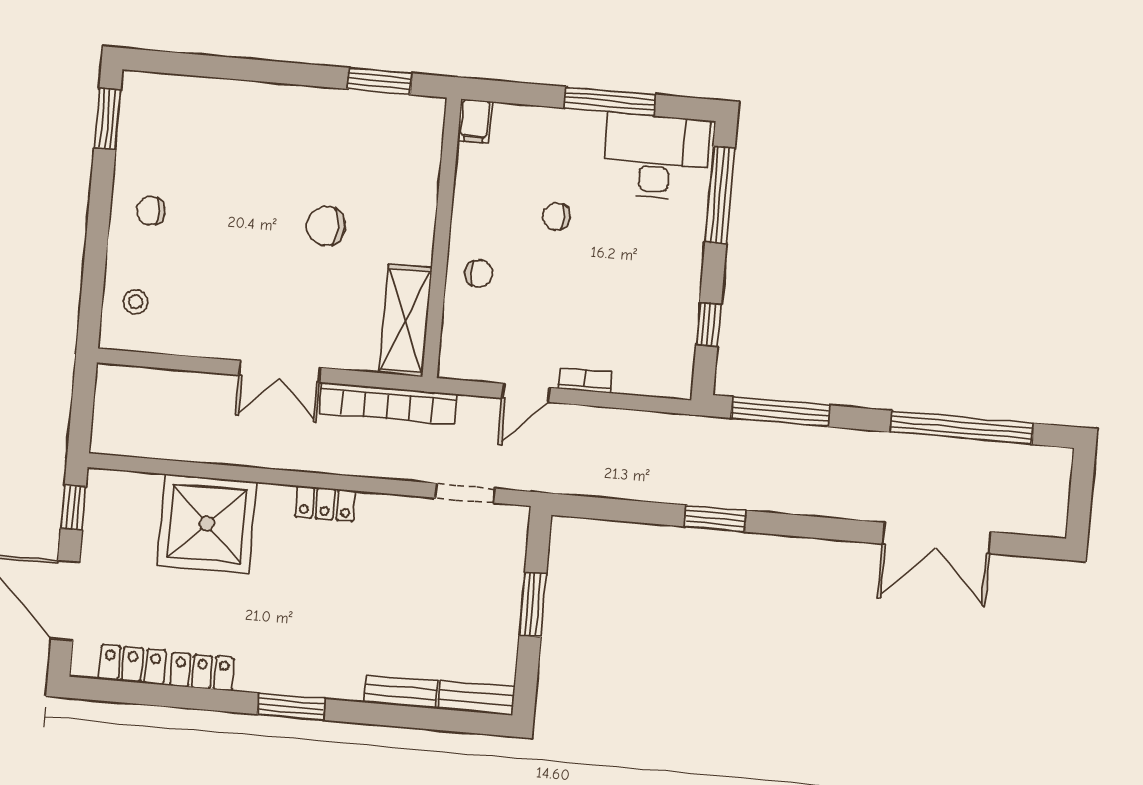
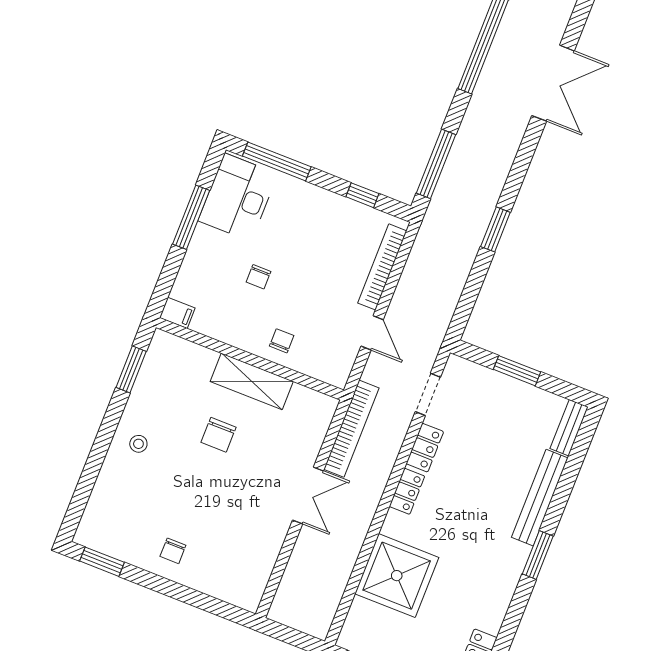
stool: (136, 302) -> (138, 444), moved
shelving: (406, 321) -> (252, 381), moved
bookcase: (585, 381) -> (382, 267), width x2.31, depth x1.31
locker: (202, 672) -> (425, 448), moved, turned 180
bench: (401, 692) -> (540, 498), width x1.86, depth x1.21

